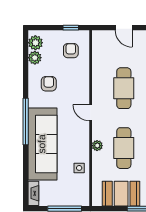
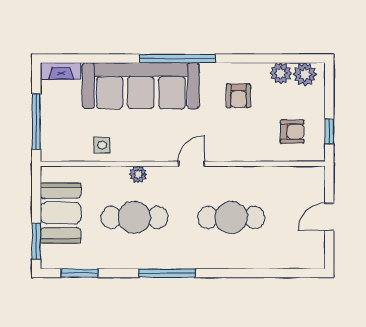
armchair: (49, 84) -> (238, 96), turned 90

